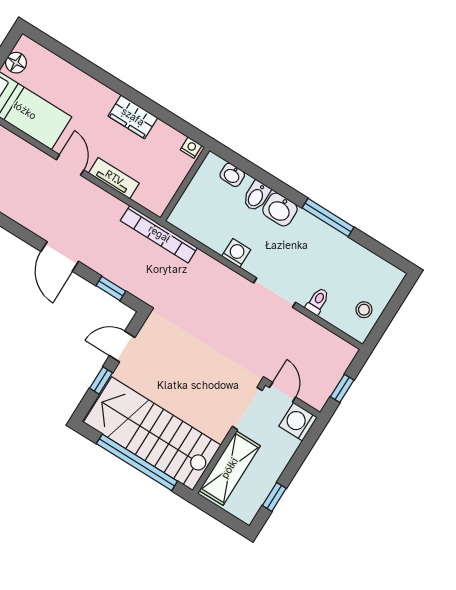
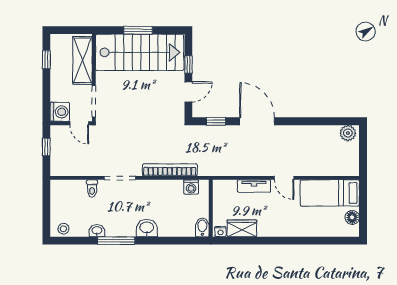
wardrobe: (133, 117) -> (242, 228), moved
washbasin: (232, 175) -> (97, 231), moved
bidet: (257, 196) -> (202, 227), moved
bookcase: (159, 234) -> (170, 170), moved
washing machine: (236, 253) -> (191, 187), moved
door: (60, 256) -> (257, 121), width x1.36
stool: (364, 310) -> (63, 229), moved
window: (137, 462) -> (138, 30), width x0.47

